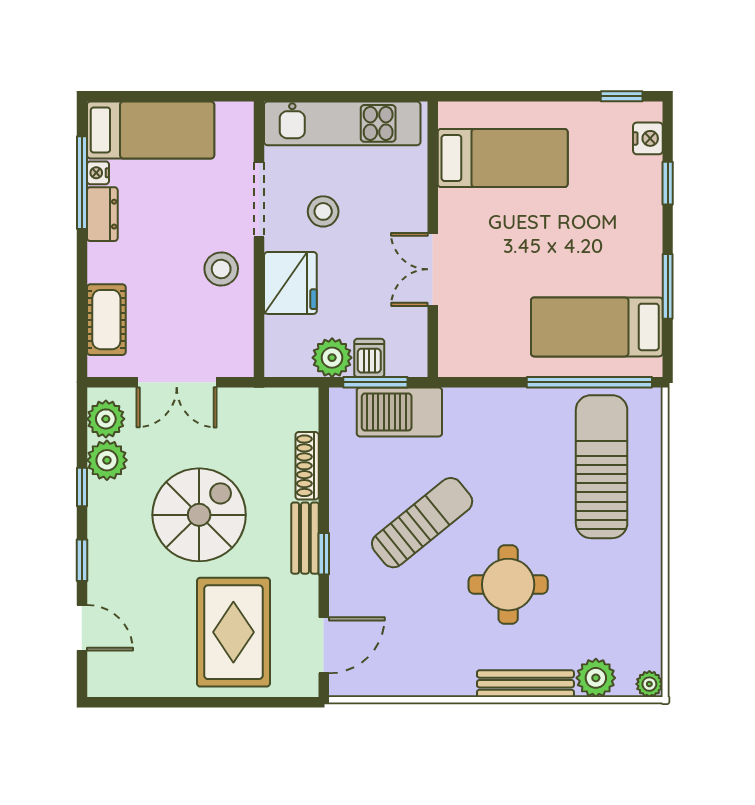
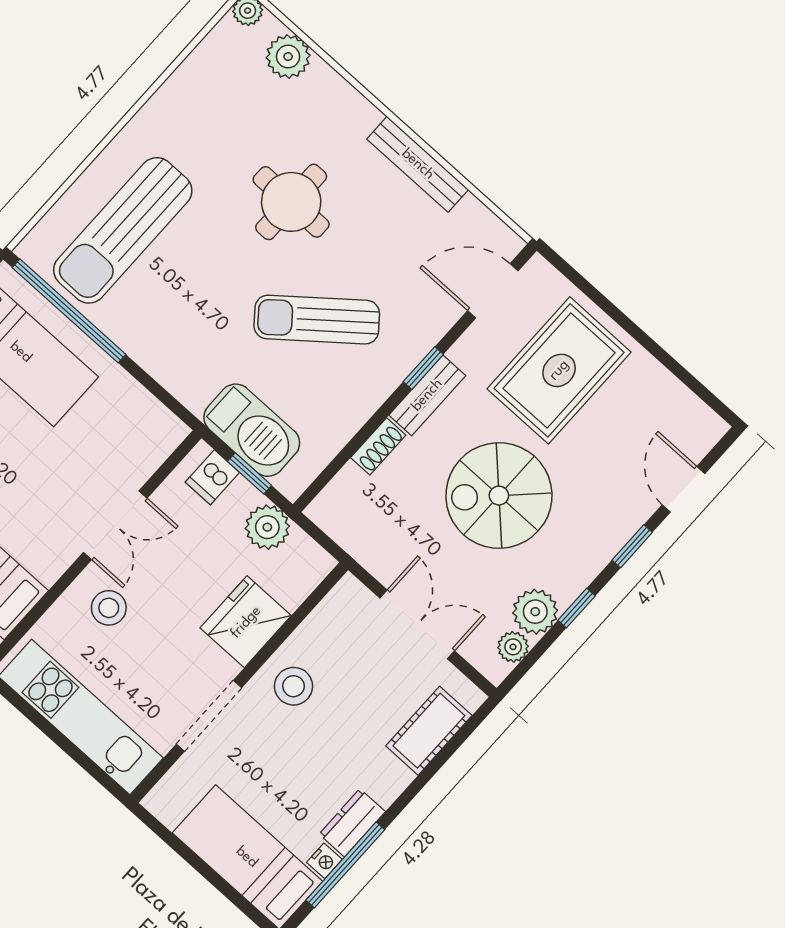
stool: (323, 211) -> (109, 608), moved
dishwasher: (369, 358) -> (212, 477), moved
window: (375, 382) -> (249, 473), width x0.67
plant: (106, 419) -> (513, 647), width x0.73, depth x0.73
shoe rack: (307, 466) -> (378, 446), width x0.70
bench: (525, 684) -> (418, 164), moved

